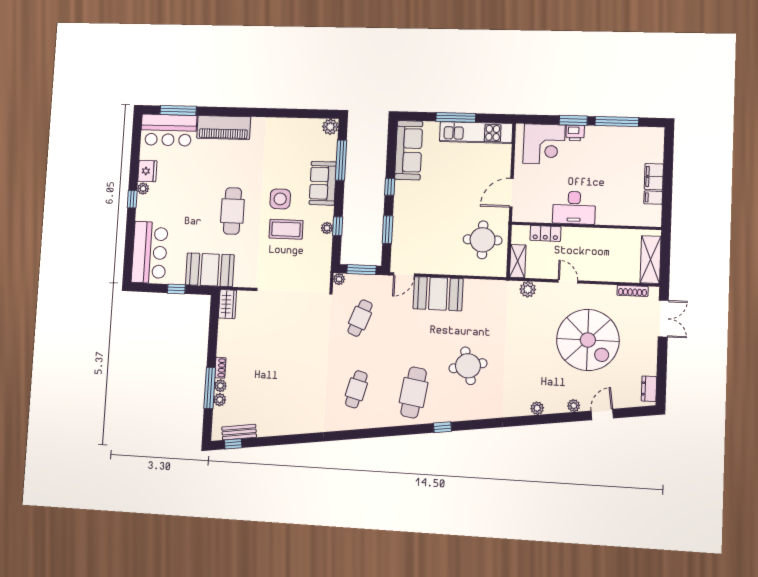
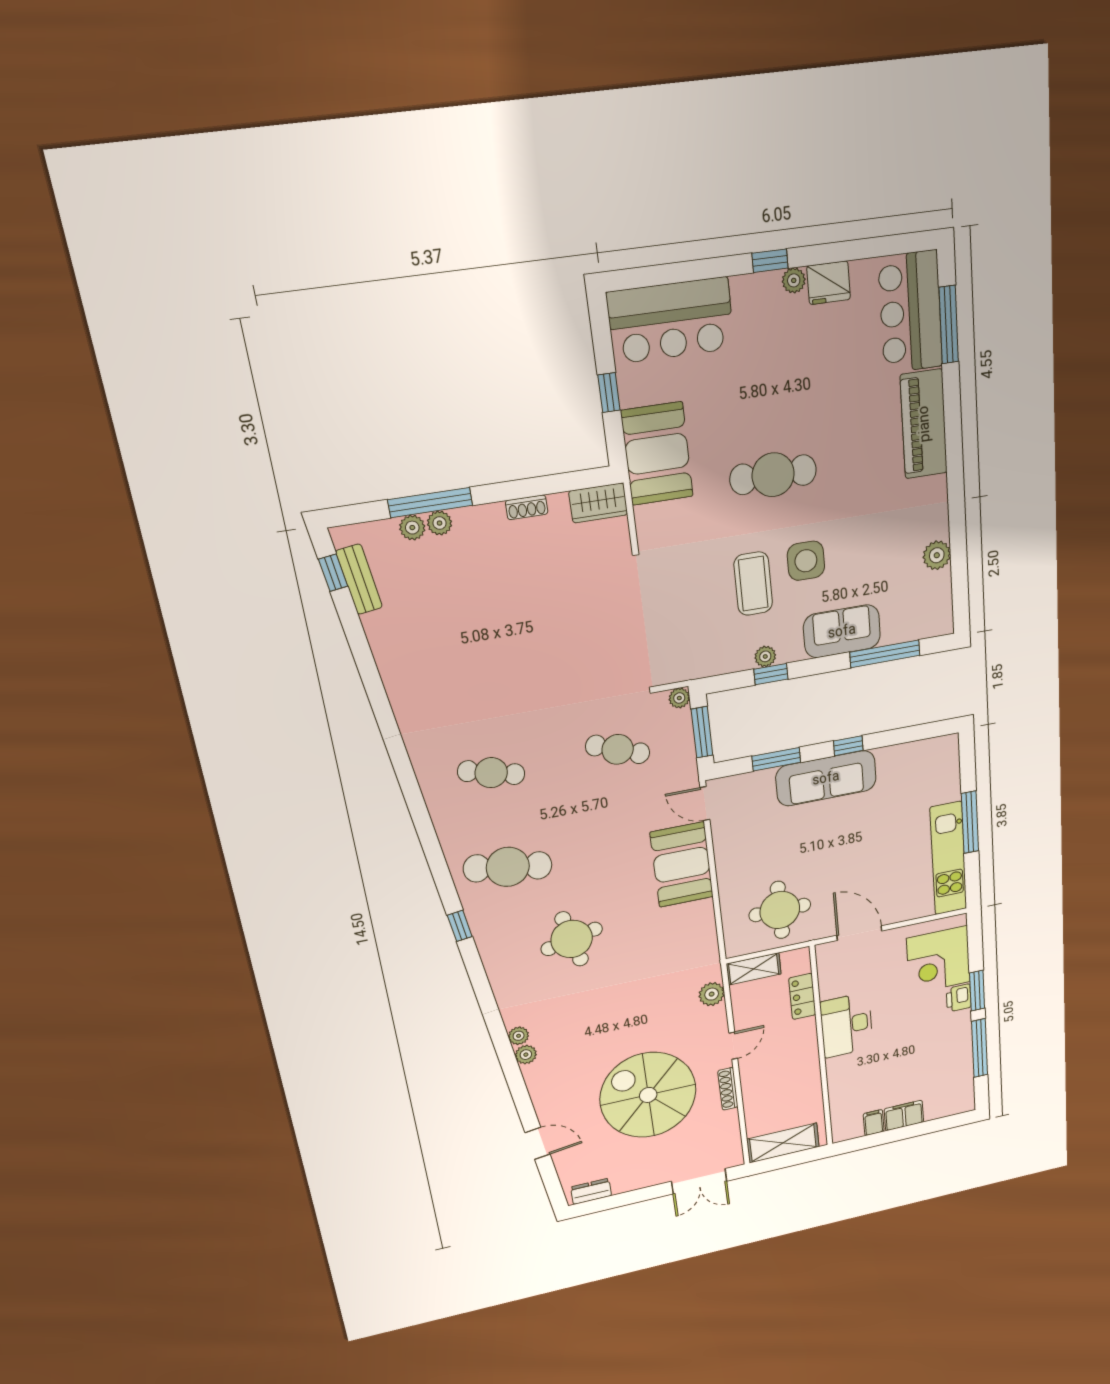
plant: (330, 127) -> (937, 555), moved
sofa: (409, 150) -> (826, 778), moved
shoe rack: (633, 291) -> (728, 1089), moved
spiral stairs: (588, 340) -> (648, 1095), turned 90
shoe rack: (220, 368) -> (527, 507), moved
plant: (574, 406) -> (519, 1036), moved

